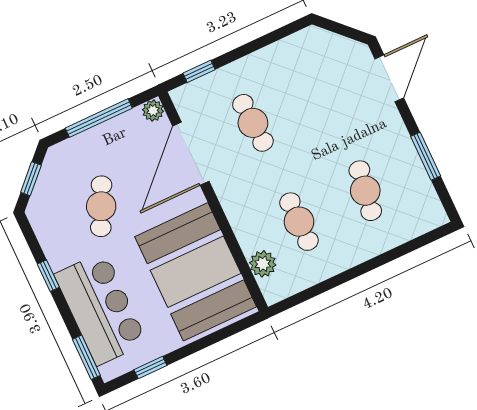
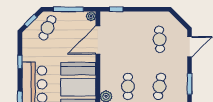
cafe table: (253, 123) -> (160, 39), moved
cafe table: (101, 206) -> (48, 28), moved

